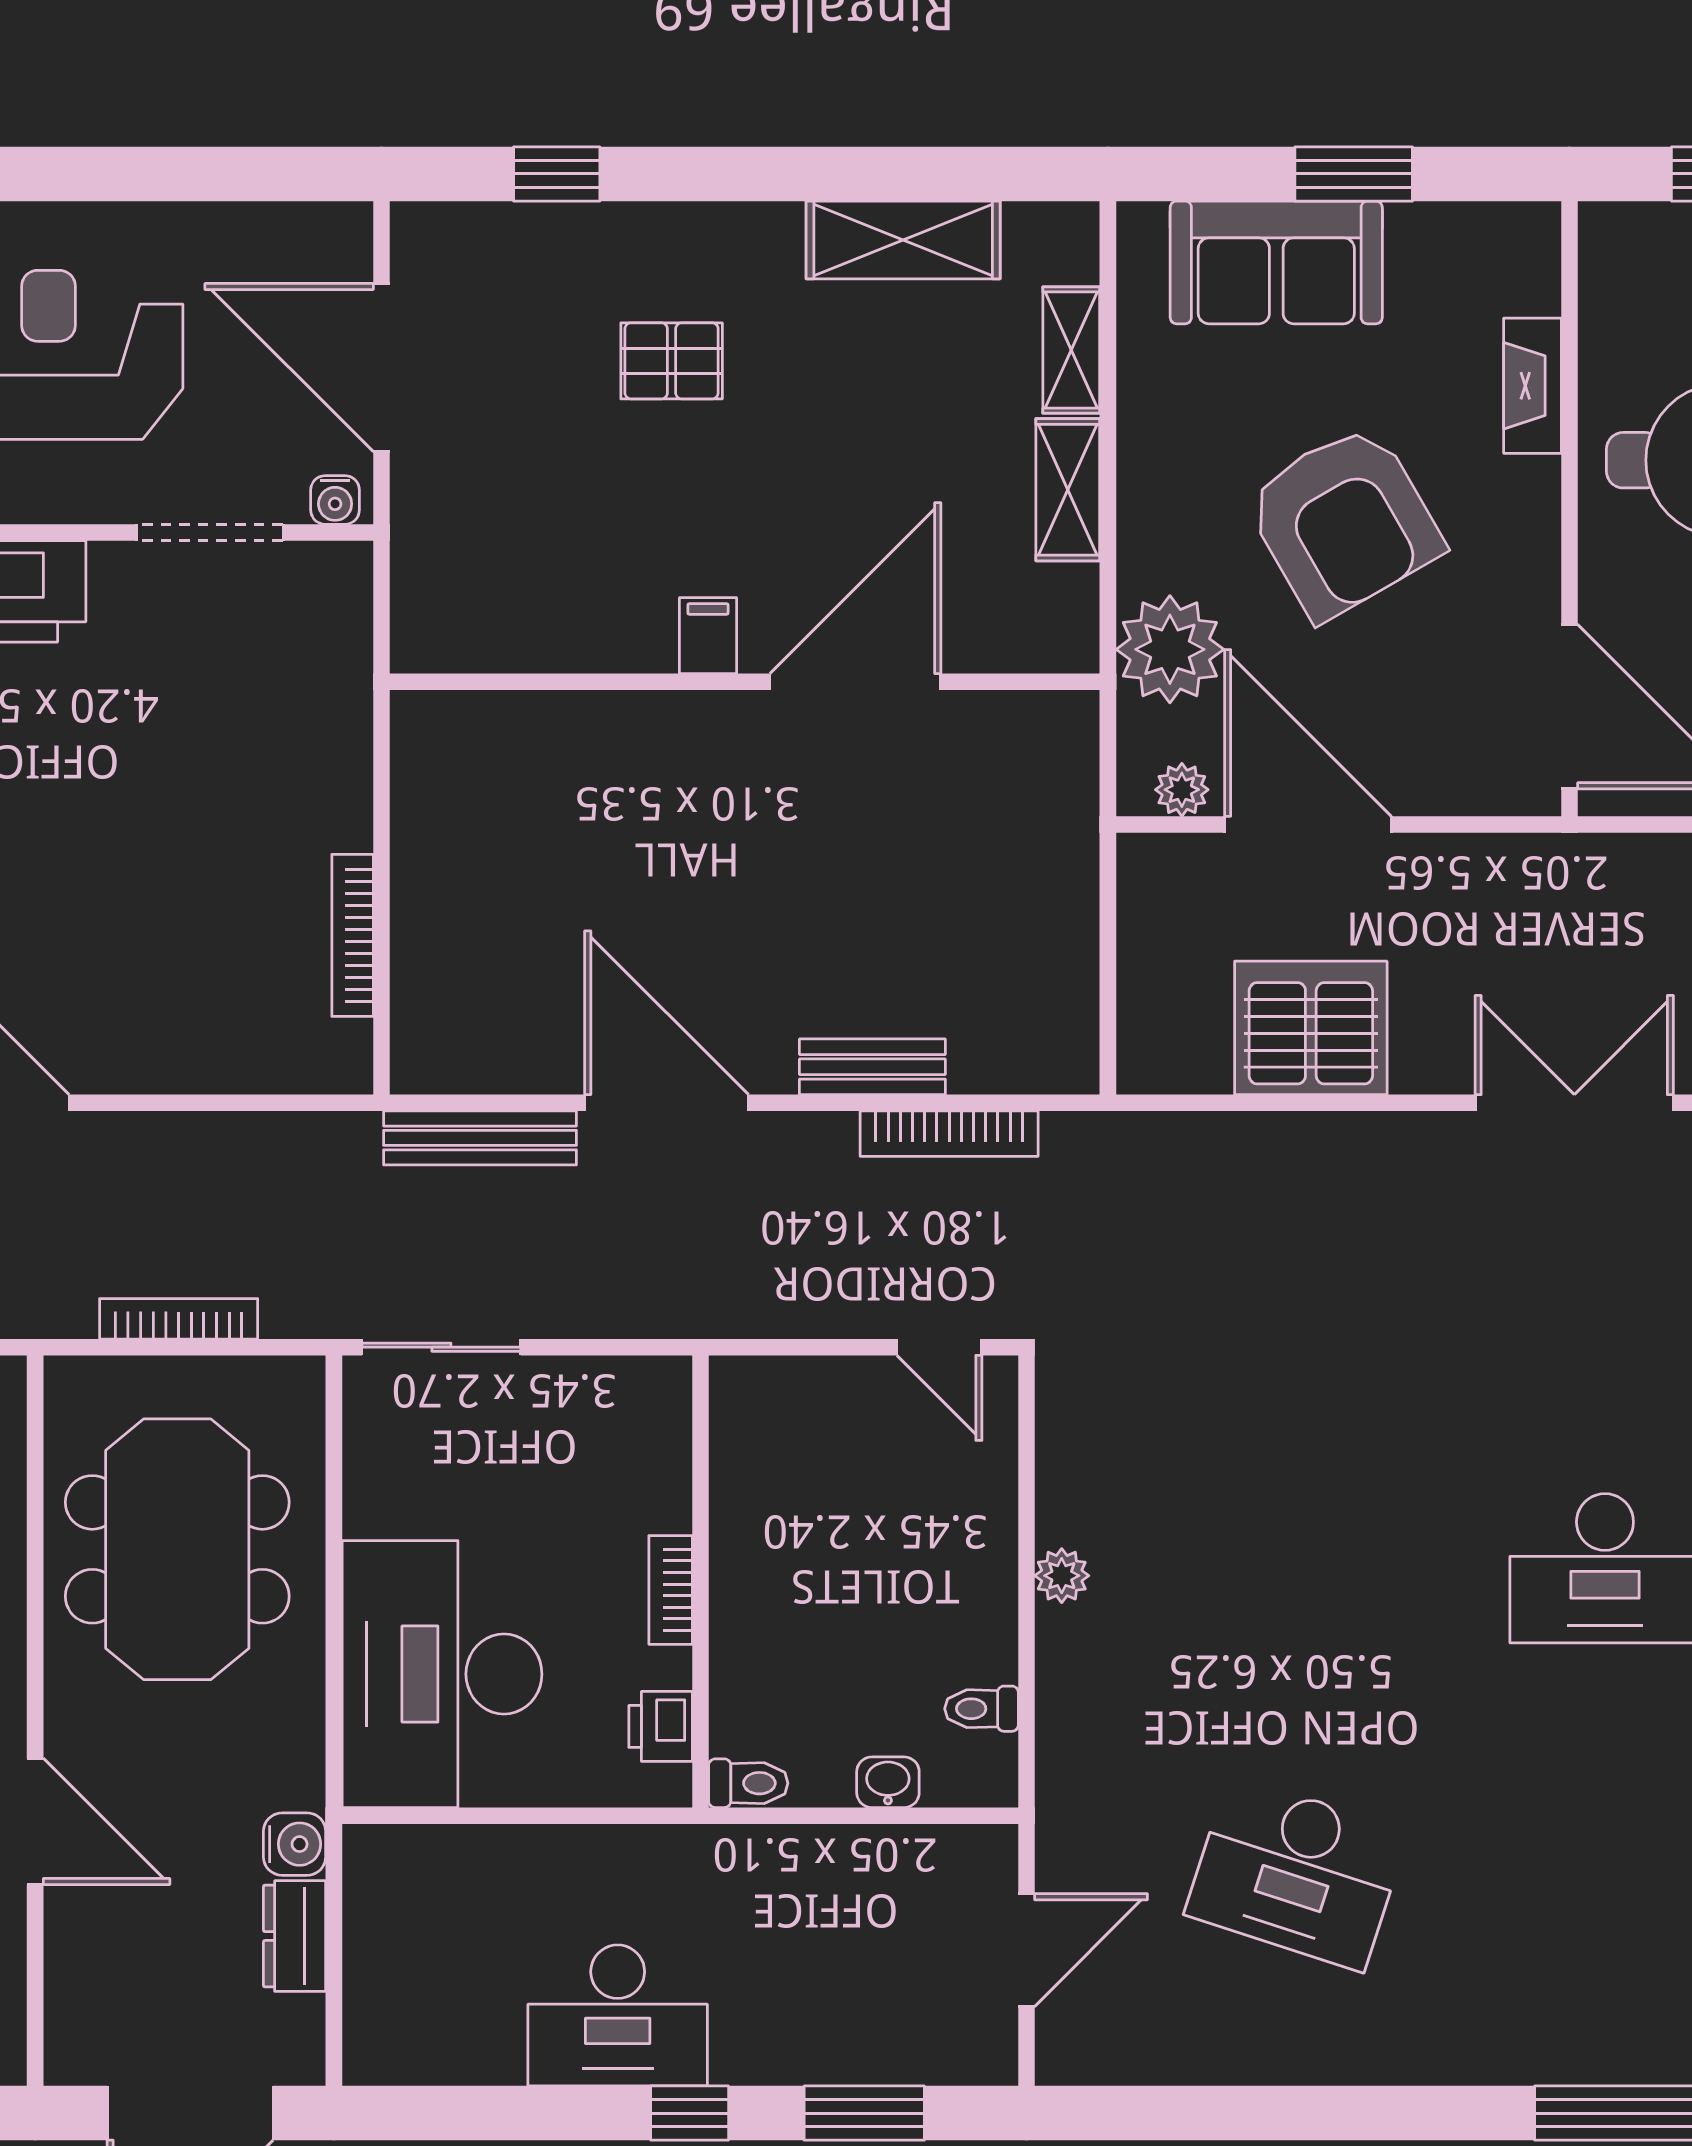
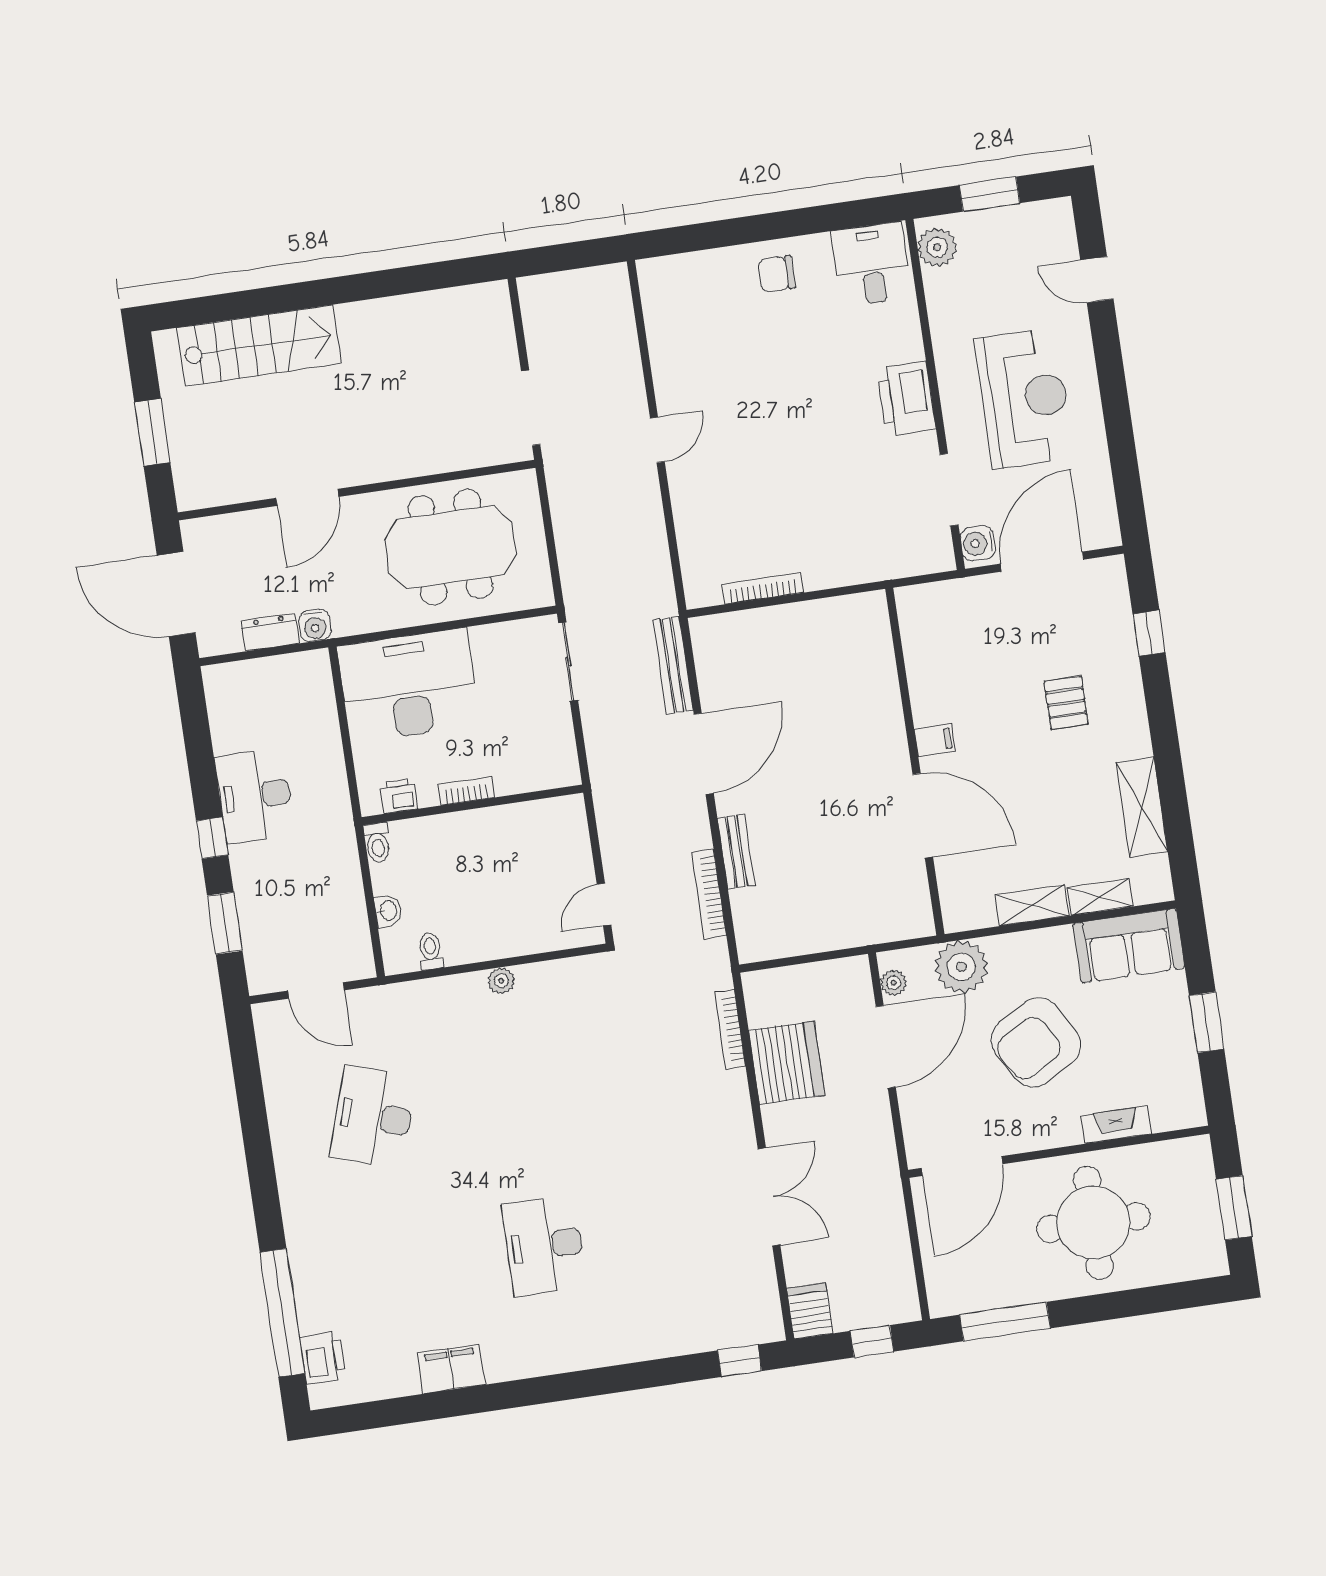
sofa: (1276, 262) -> (1129, 946), moved, turned -90
water cooler: (335, 500) -> (978, 543), width x1.38, depth x1.38
bookcase: (179, 1319) -> (730, 1029), moved, turned 180

